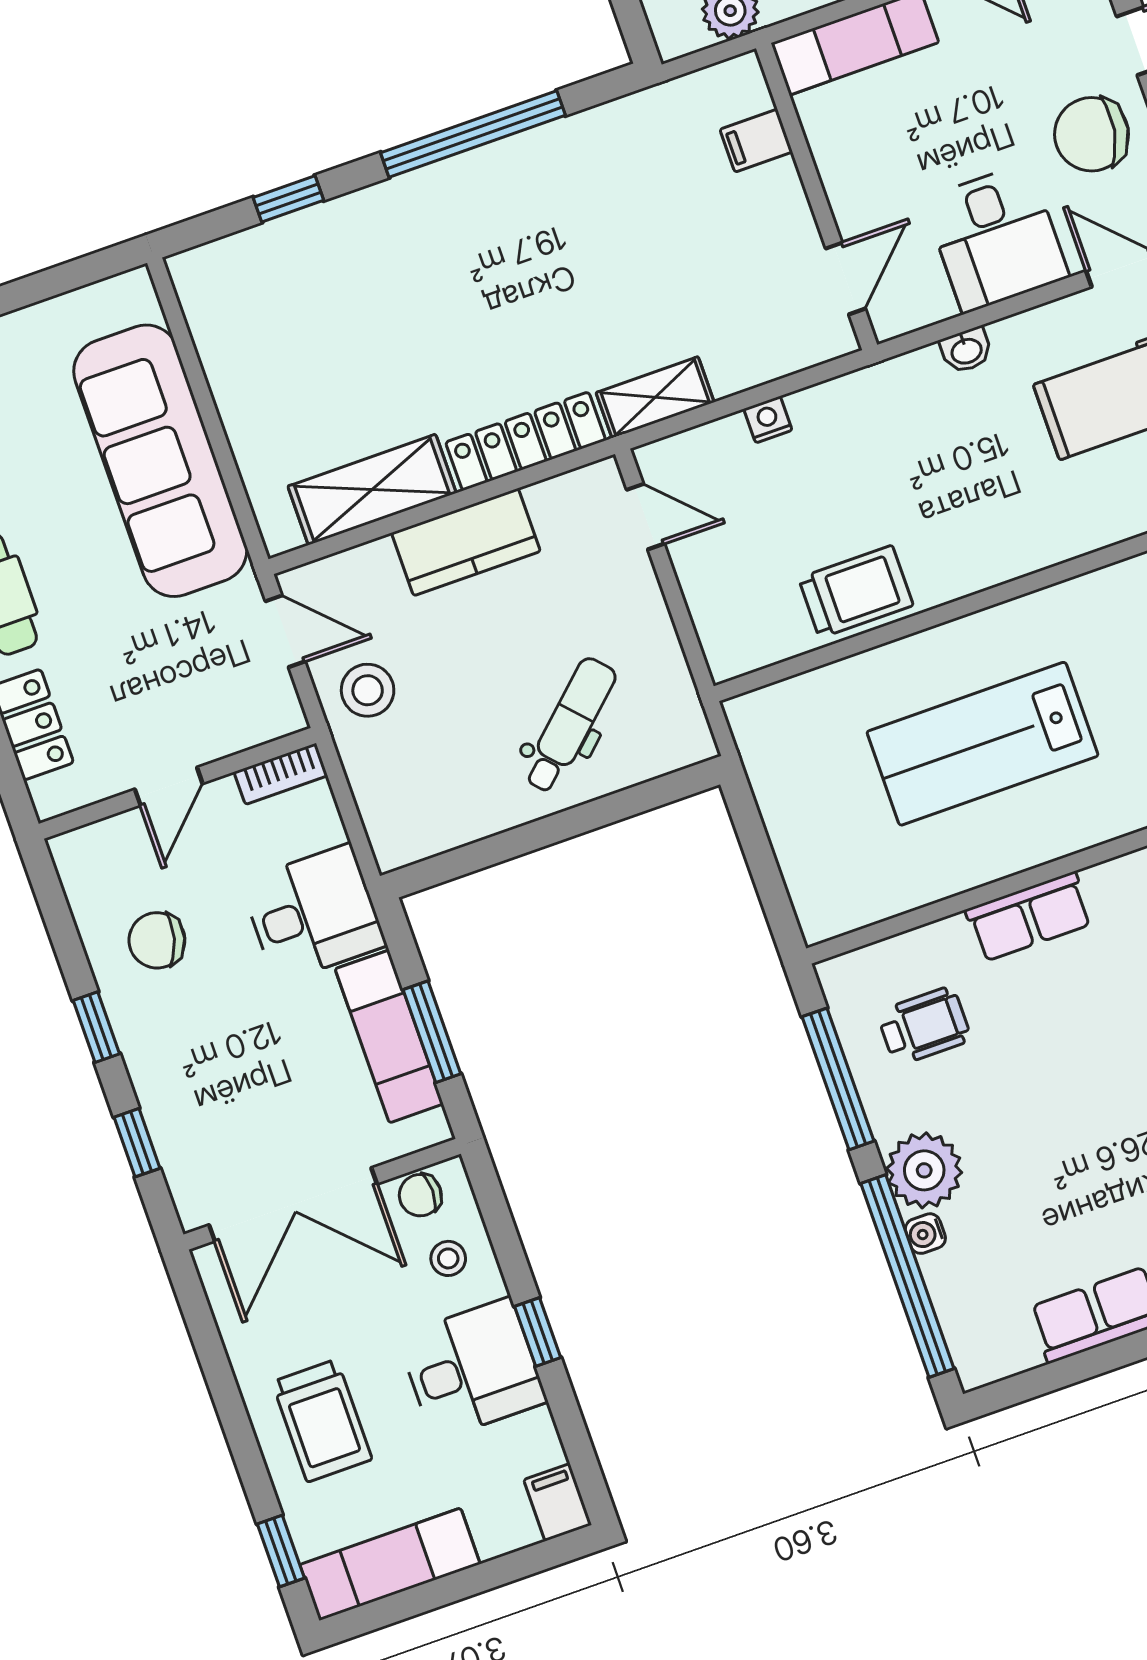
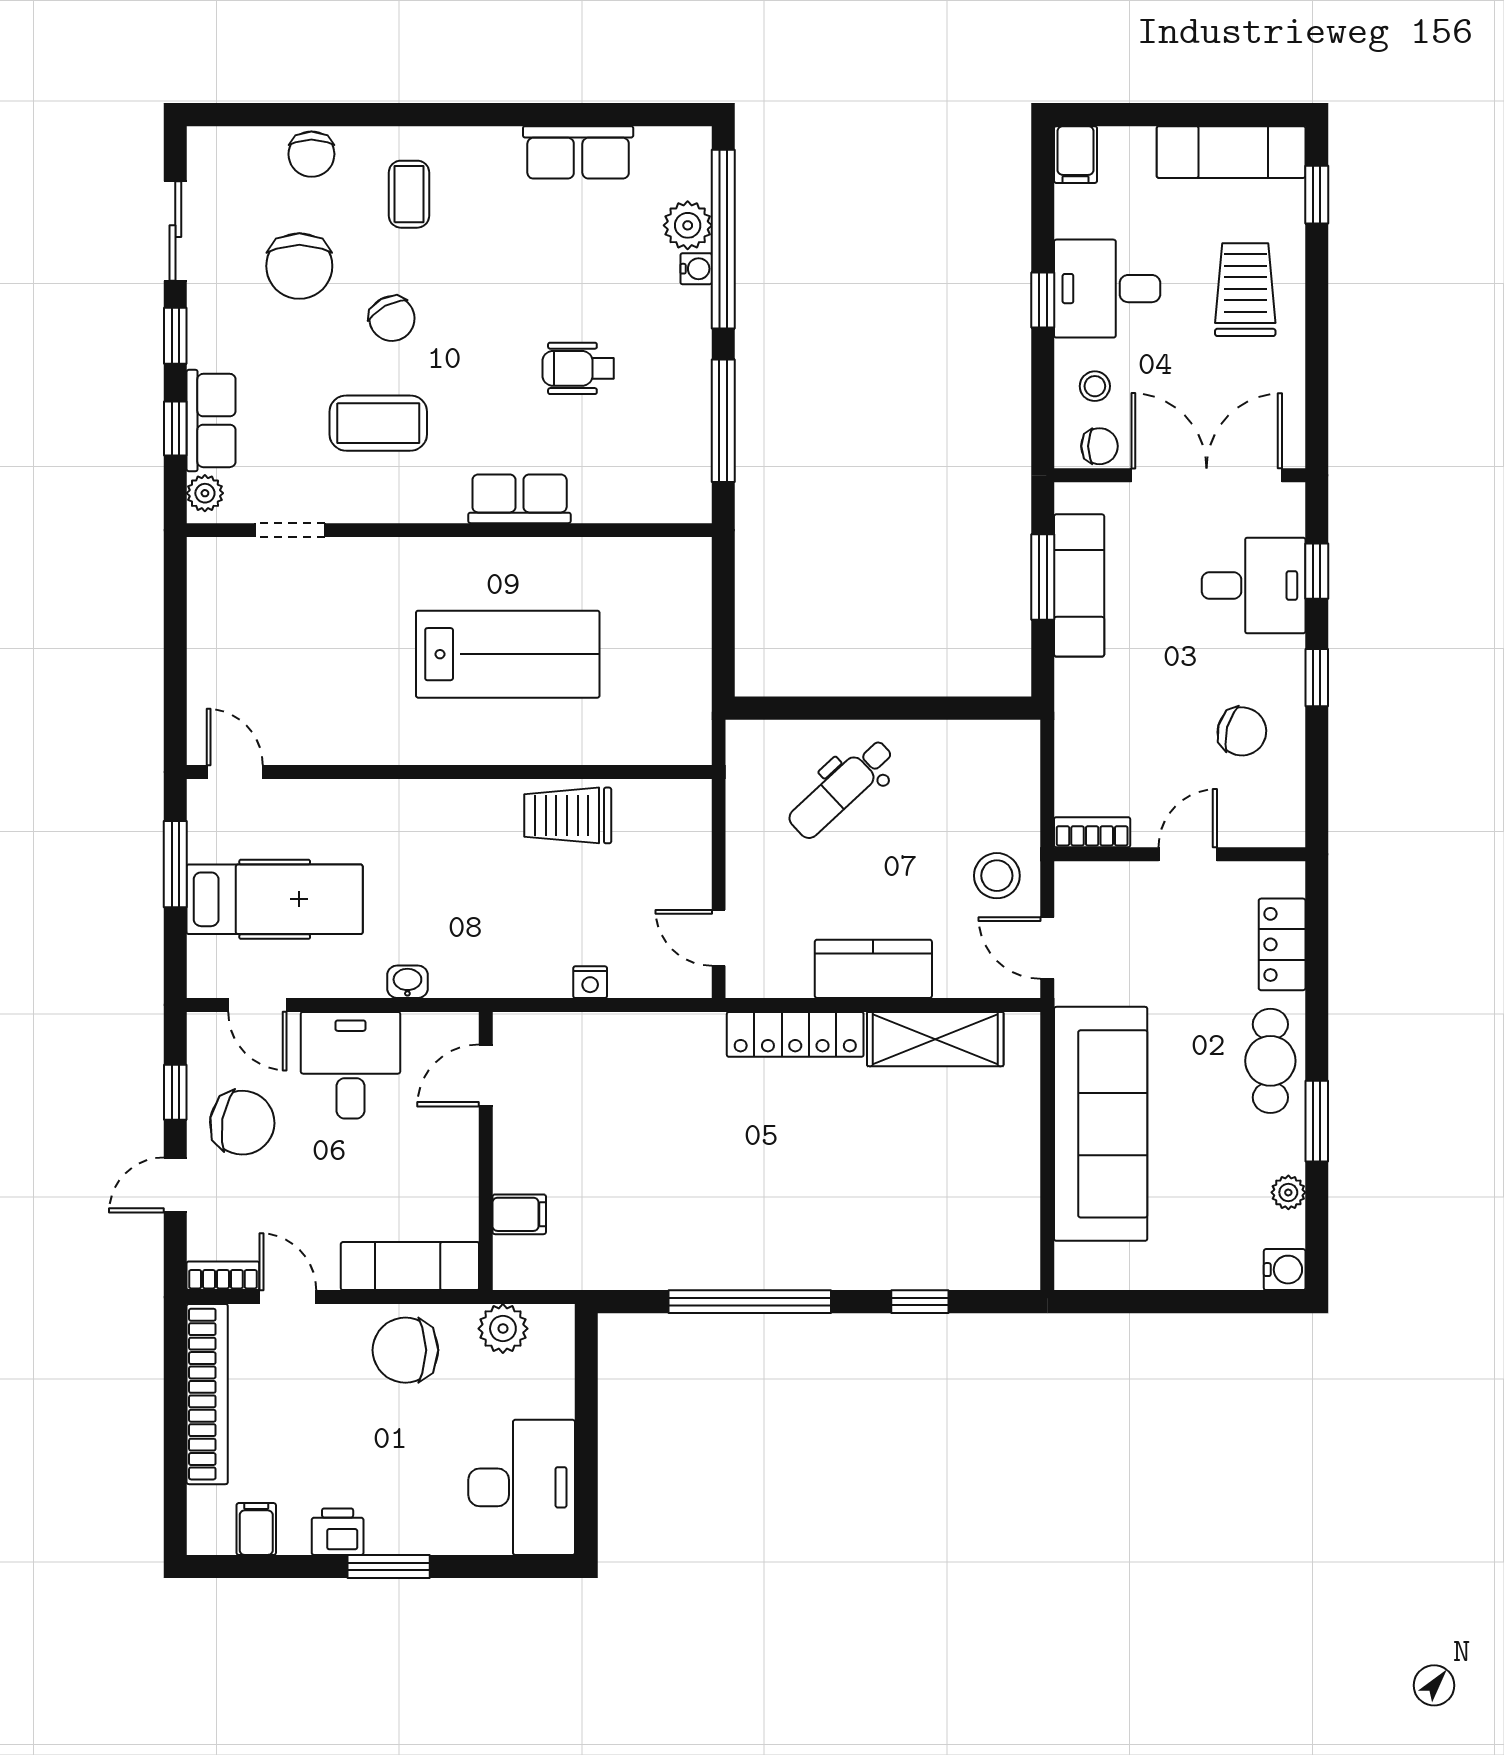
shelving: (655, 397) -> (676, 1033), removed
desk: (313, 913) -> (1254, 586), moved, turned 180
wheelchair: (924, 1026) -> (578, 368), moved
plant: (924, 1170) -> (688, 225), moved, width x0.73, depth x0.73

